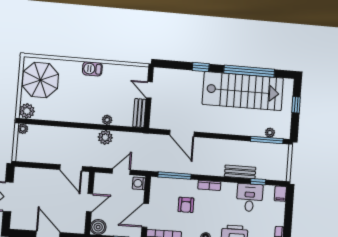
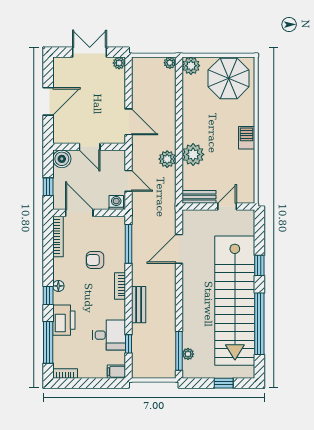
stairs: (243, 91) -> (235, 301), width x1.36
plant: (107, 120) -> (193, 154), width x1.88, depth x1.88
door: (71, 168) -> (128, 122), swing flipped
plant: (20, 172) -> (119, 63), added
bench: (240, 172) -> (139, 305), moved

